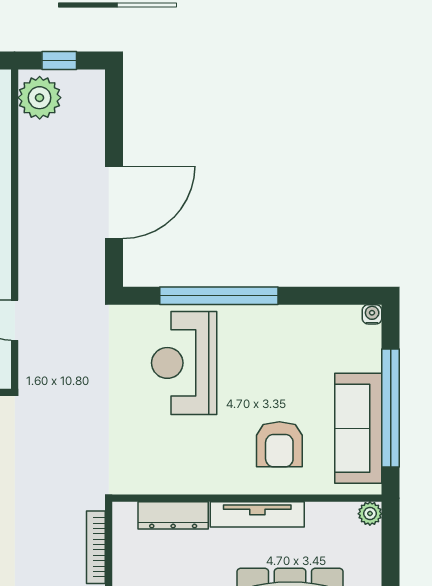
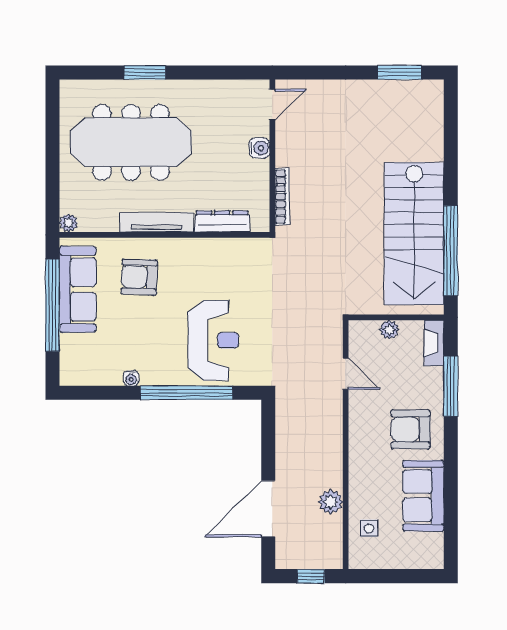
plant: (40, 98) -> (331, 502), moved, width x0.73, depth x0.73
door: (114, 202) -> (268, 509), moved
water cooler: (372, 314) -> (131, 378), moved
armchair: (279, 444) -> (139, 277), turned -88

